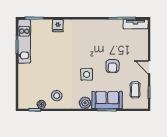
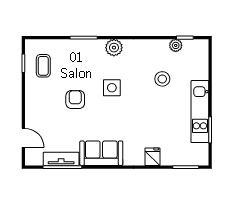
tv unit: (136, 24) -> (61, 159), moved
kitchen unit: (24, 41) -> (200, 112), moved
door: (149, 67) -> (23, 138), moved
stool: (57, 96) -> (162, 79), moved
sofa: (107, 100) -> (101, 153), moved, turned 180

